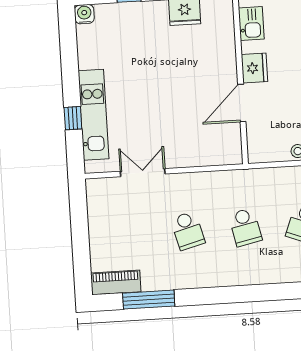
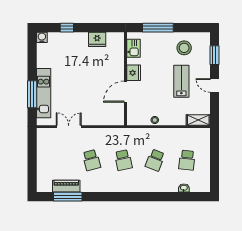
window: (73, 118) -> (32, 94), width x2.17
piano: (116, 282) -> (66, 186), moved

